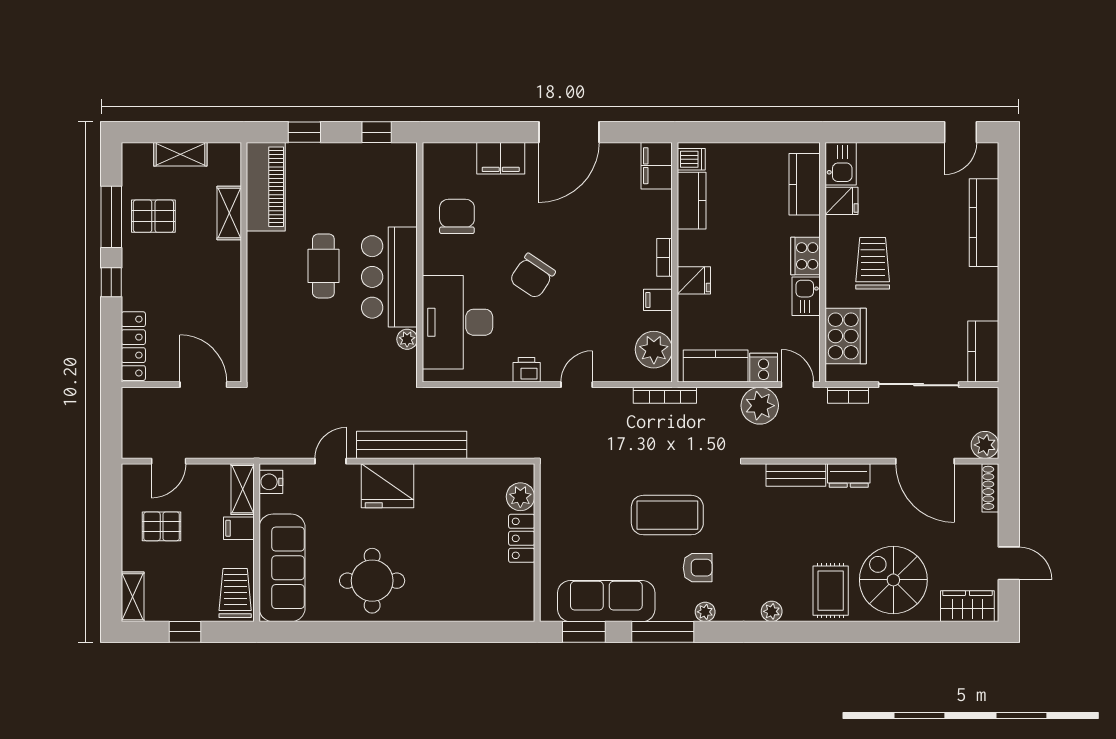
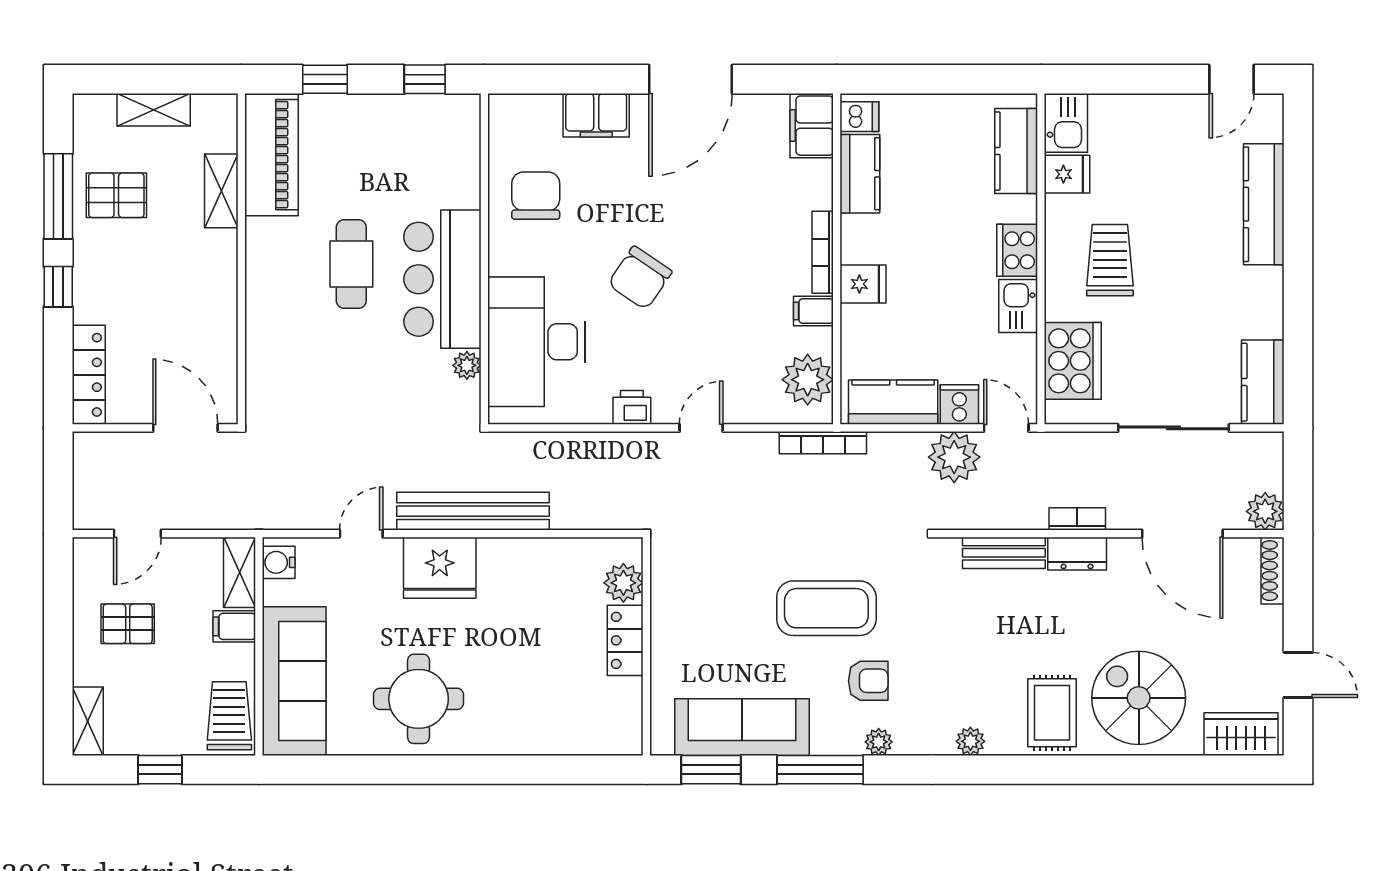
bookcase: (665, 257) -> (823, 252), width x1.56
bookcase: (848, 395) -> (1077, 519), moved, turned 180

